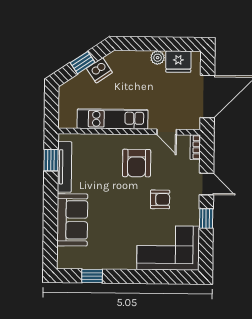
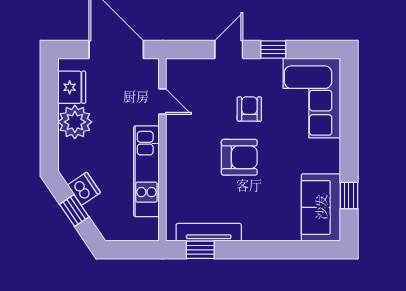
plant: (158, 58) -> (75, 122), width x1.87, depth x1.87
door: (167, 132) -> (162, 101), hinge flipped
bookcase: (195, 147) -> (182, 64), removed
armchair: (137, 163) -> (239, 157), moved
sofa: (72, 220) -> (321, 207), moved, turned -90

